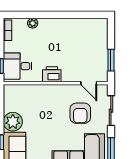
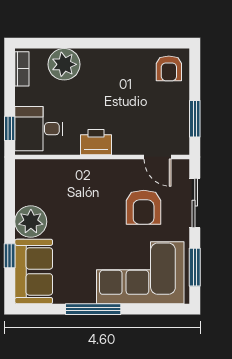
plant: (33, 23) -> (64, 64), width x1.88, depth x1.88
armchair: (95, 30) -> (169, 68), added

